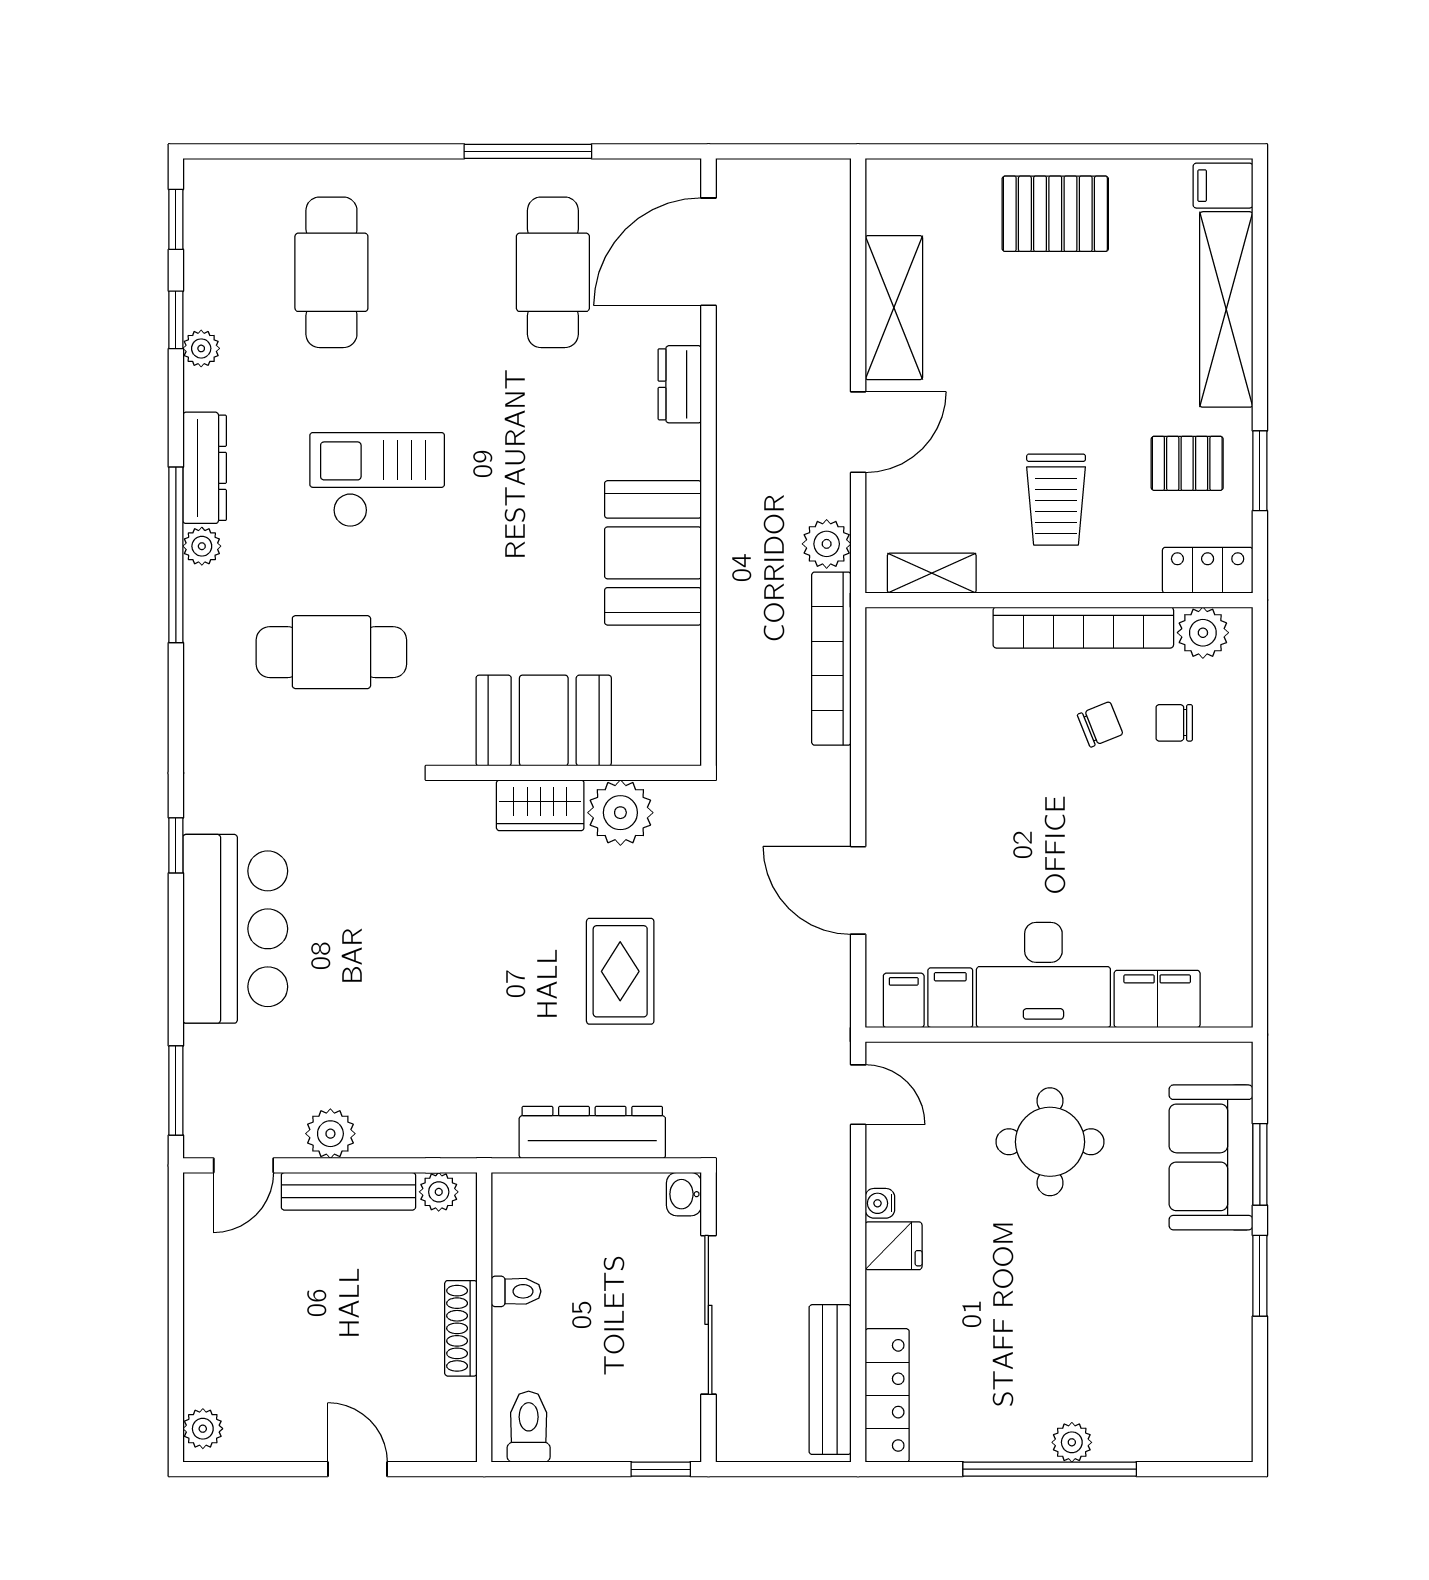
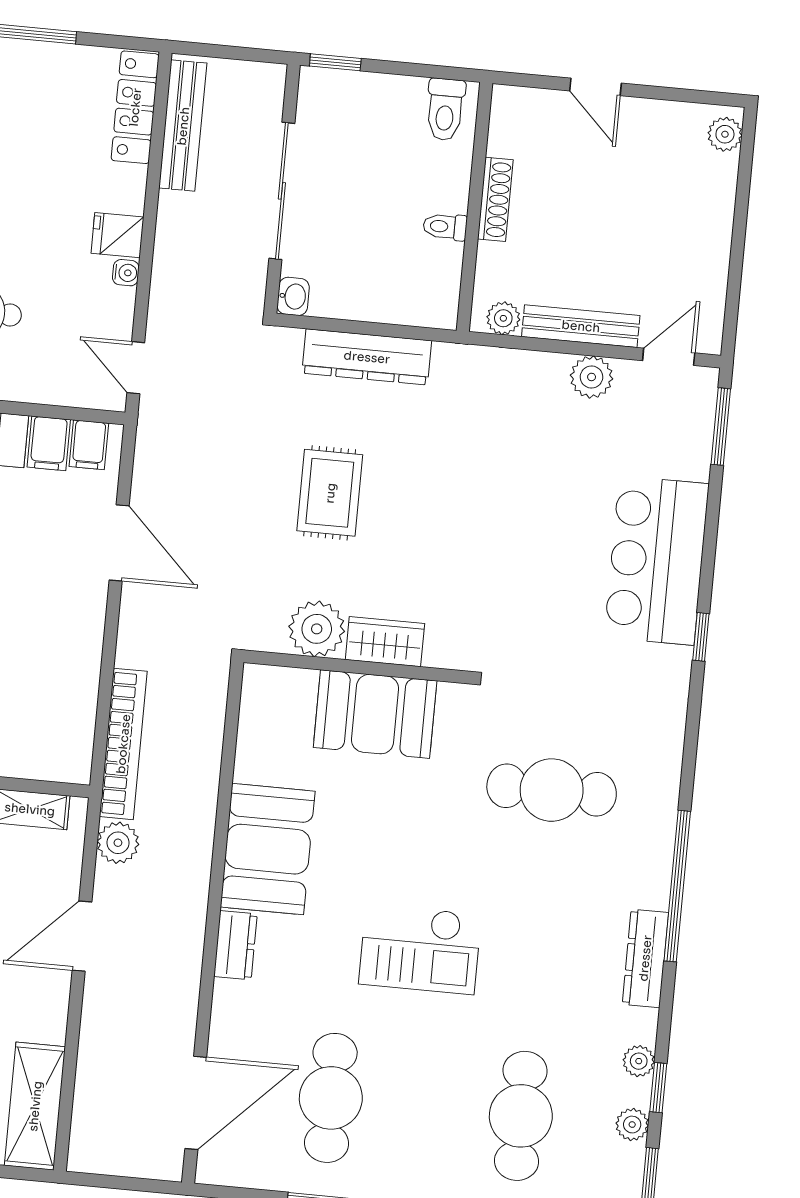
shelving: (894, 308) -> (35, 1106), moved
dresser: (680, 384) -> (235, 945), moved
checkout: (377, 480) -> (420, 949), moved
plant: (202, 546) -> (632, 1125), moved

